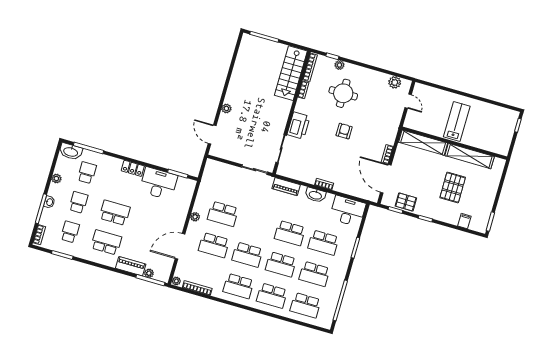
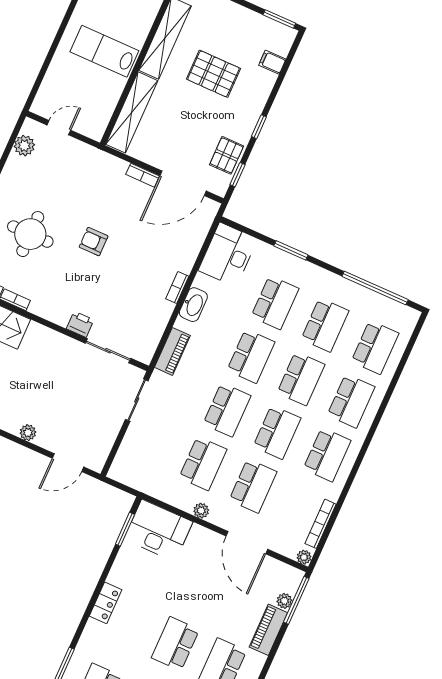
printer: (299, 125) -> (80, 324), width x0.53, depth x0.68
desk: (158, 183) -> (158, 530), moved, turned 90
school desk: (256, 223) -> (227, 410), added

